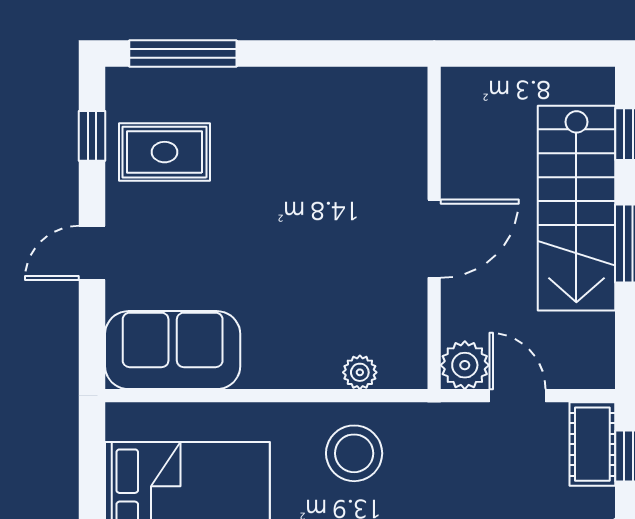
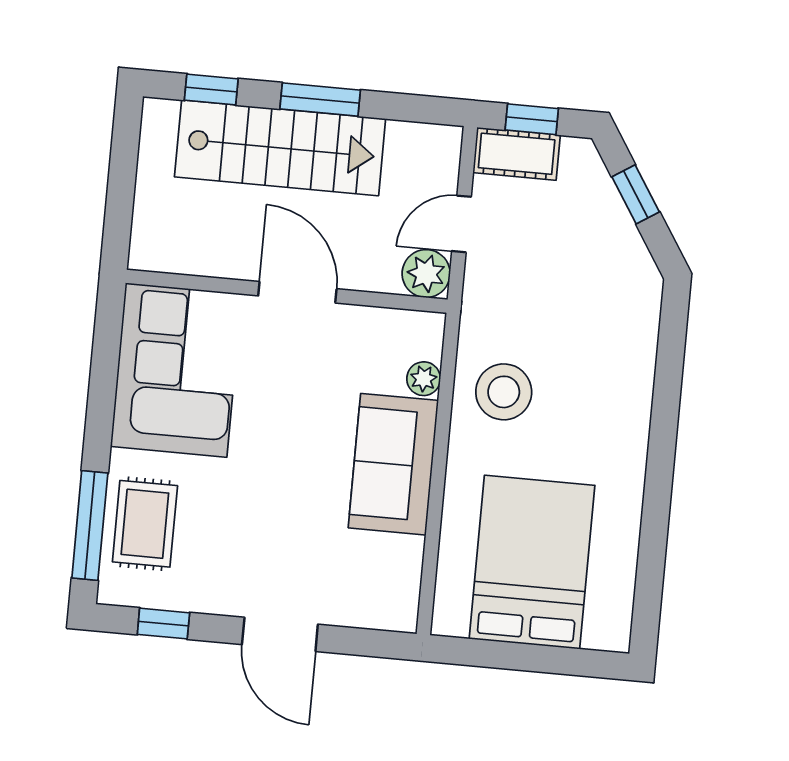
corner sofa: (346, 125) -> (176, 370), added
rug: (165, 152) -> (145, 524), moved
door: (92, 253) -> (280, 634), width x1.38
sofa: (173, 350) -> (393, 464), moved

